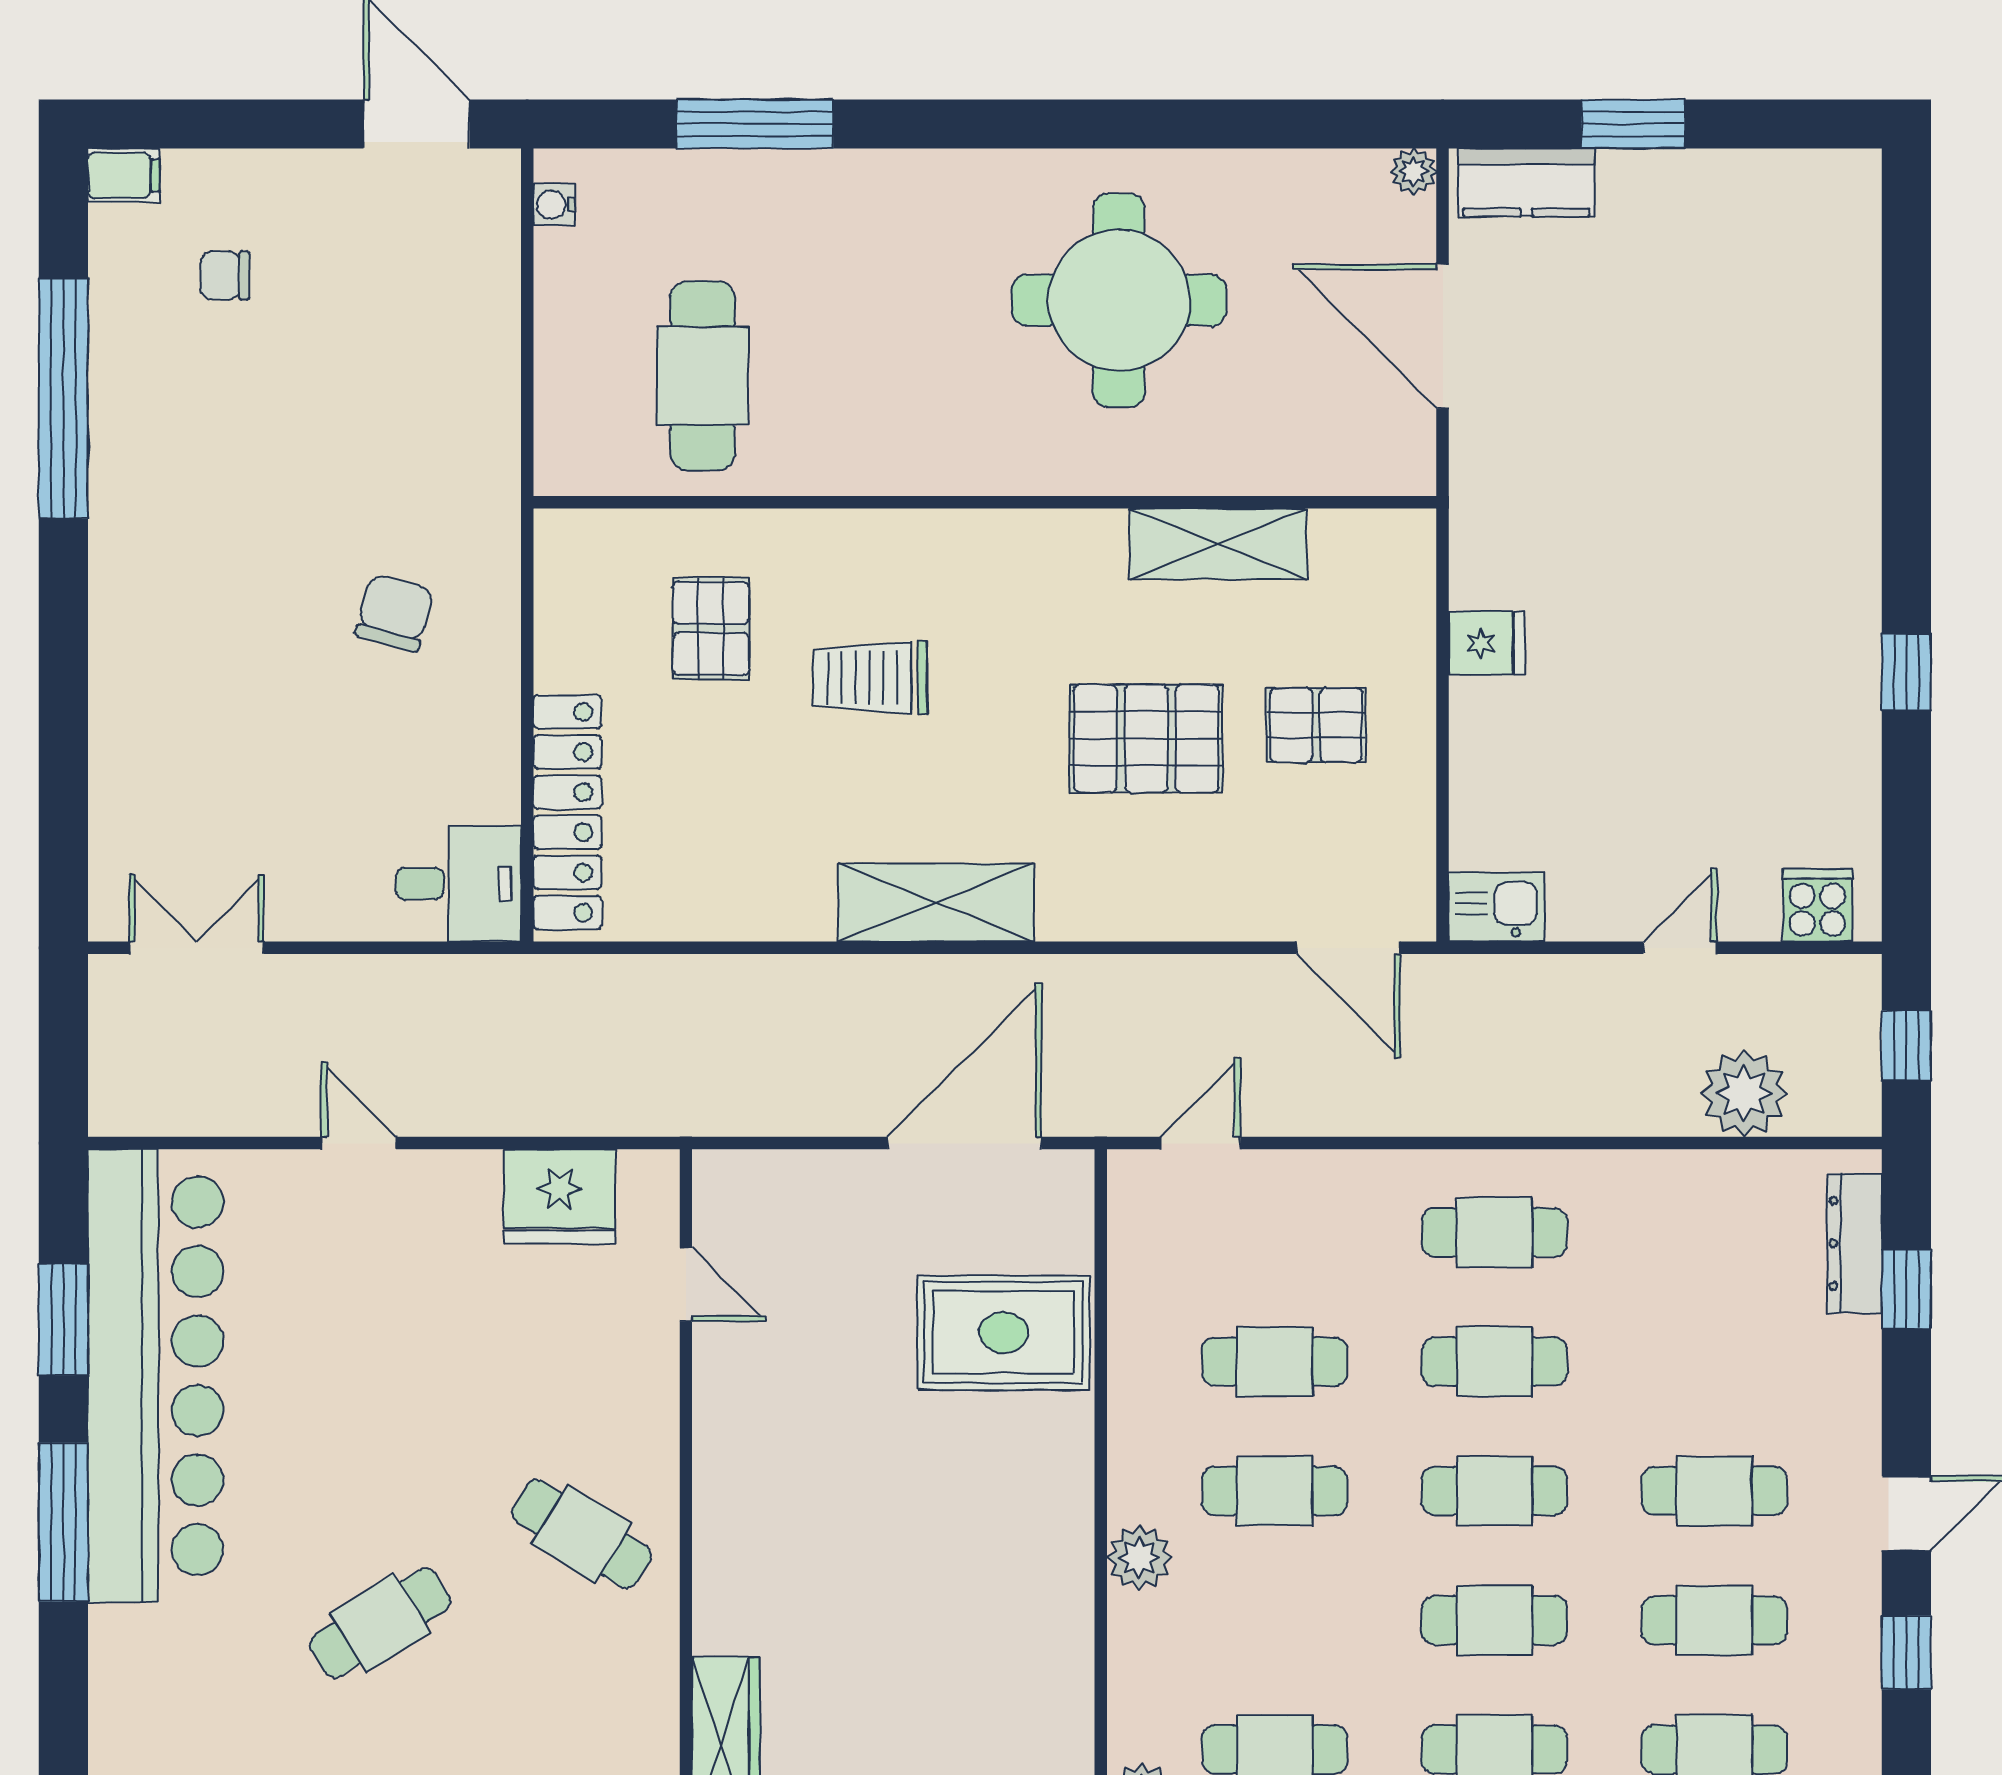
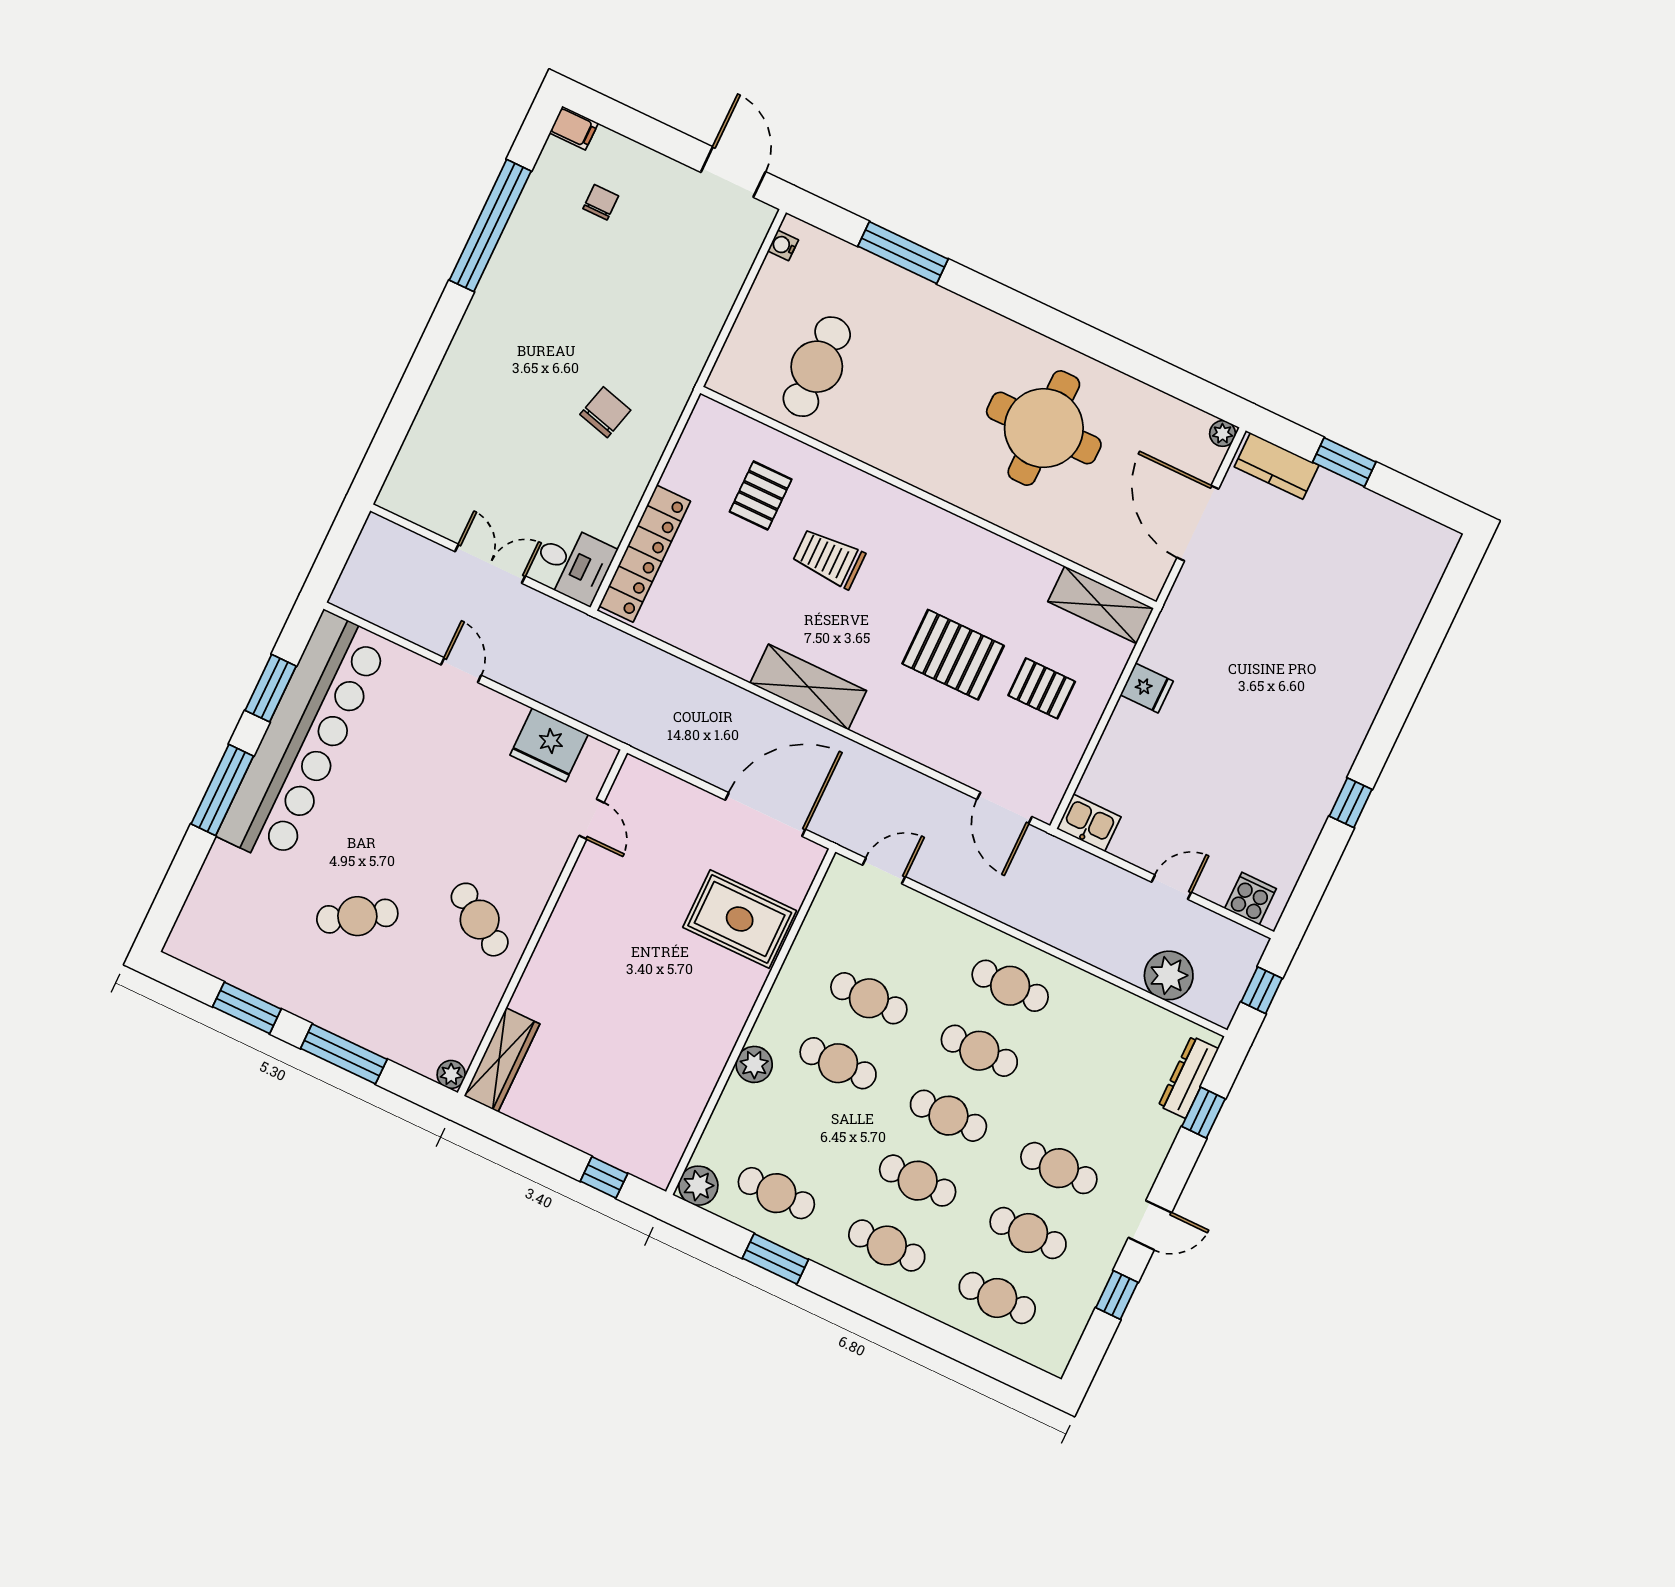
chair: (225, 275) -> (601, 202), turned 90
shelving: (1218, 544) -> (1101, 605), moved
double door: (197, 948) -> (490, 564), moved

